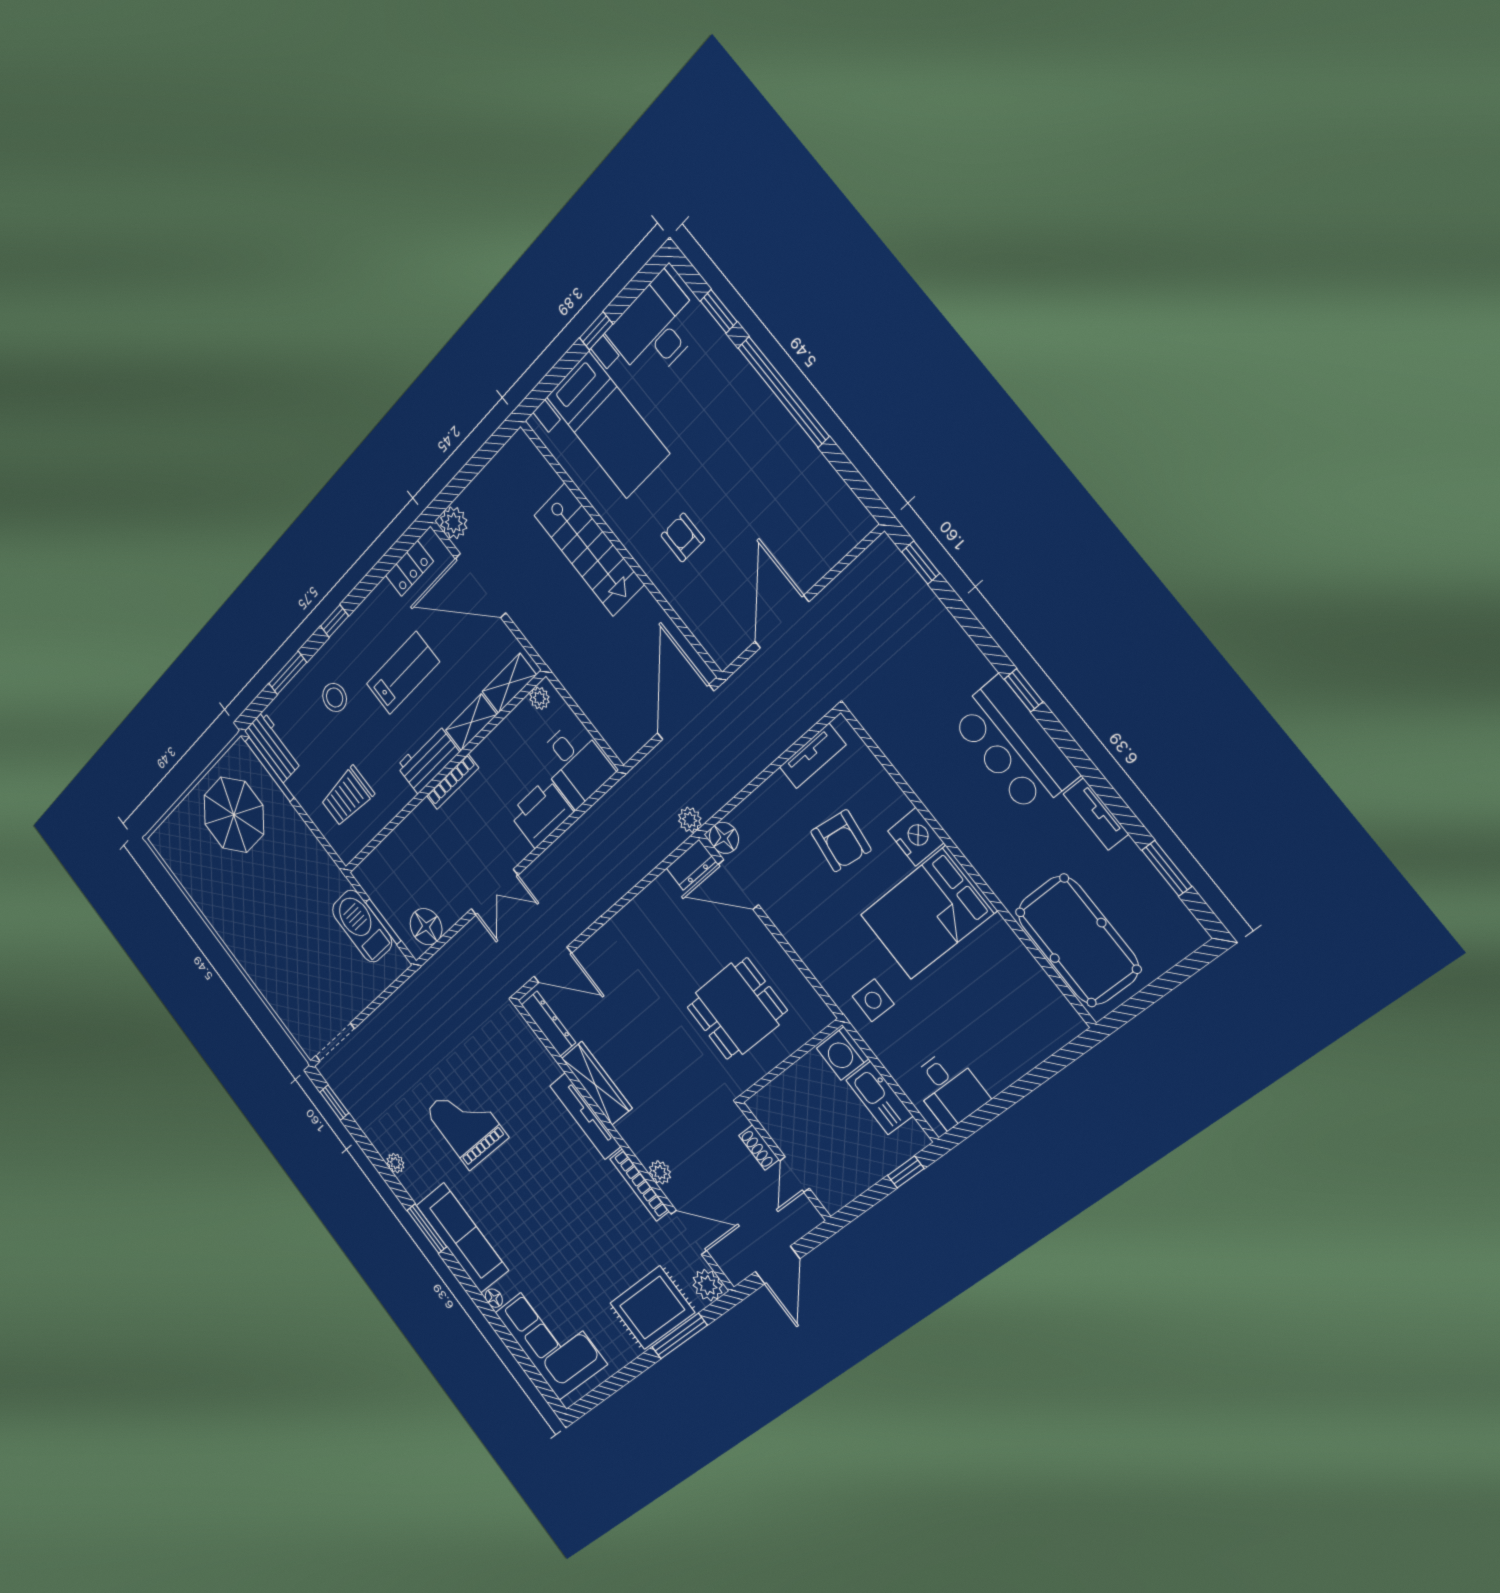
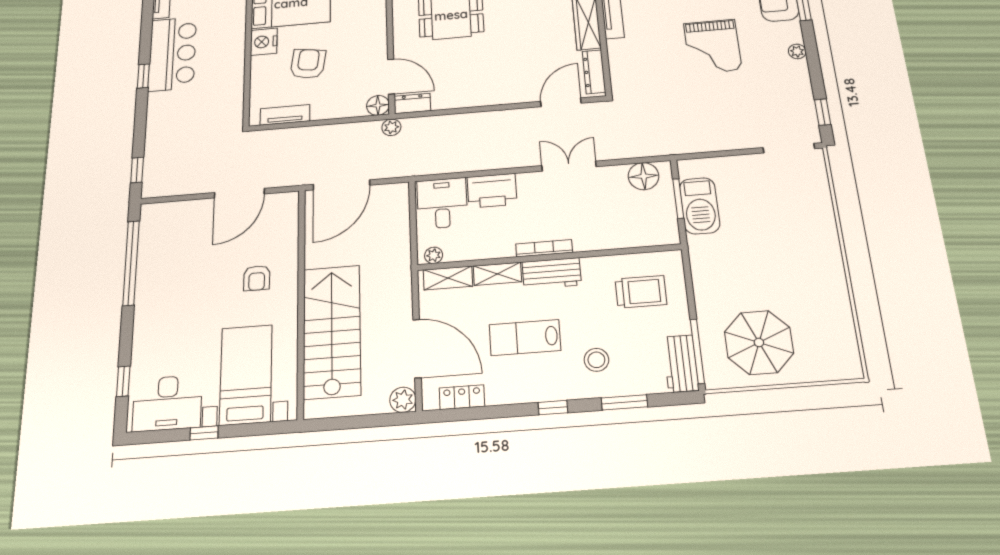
window: (784, 392) -> (131, 263), moved
stairs: (589, 550) -> (332, 331), width x1.36, depth x1.51
door: (553, 965) -> (561, 102), hinge flipped

